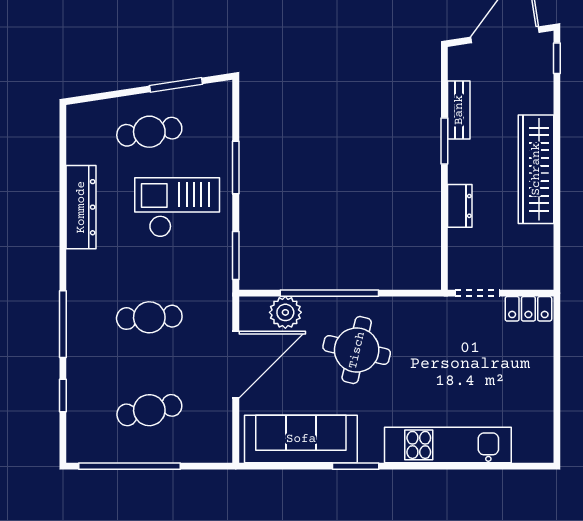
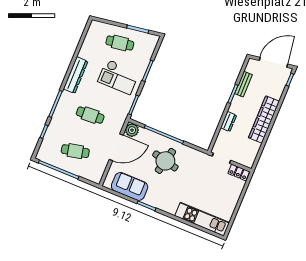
dresser: (81, 207) -> (76, 75), moved
checkout: (177, 207) -> (119, 77), turned 180
plant: (285, 312) -> (132, 130), moved
sofa: (301, 439) -> (130, 187), width x0.73
kitchen unit: (448, 445) -> (202, 219), moved

